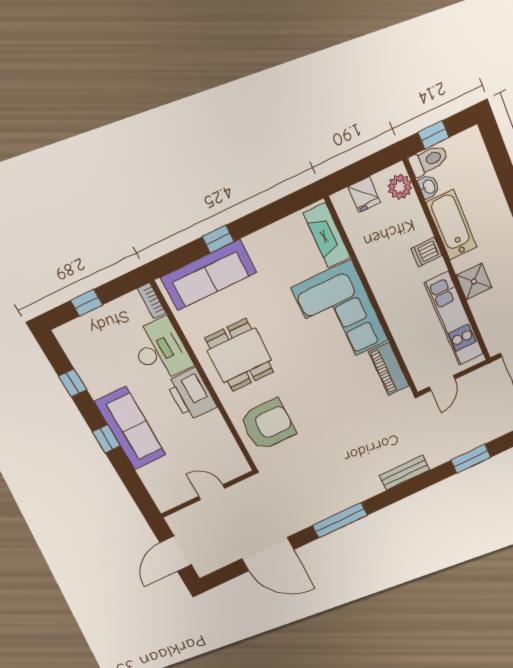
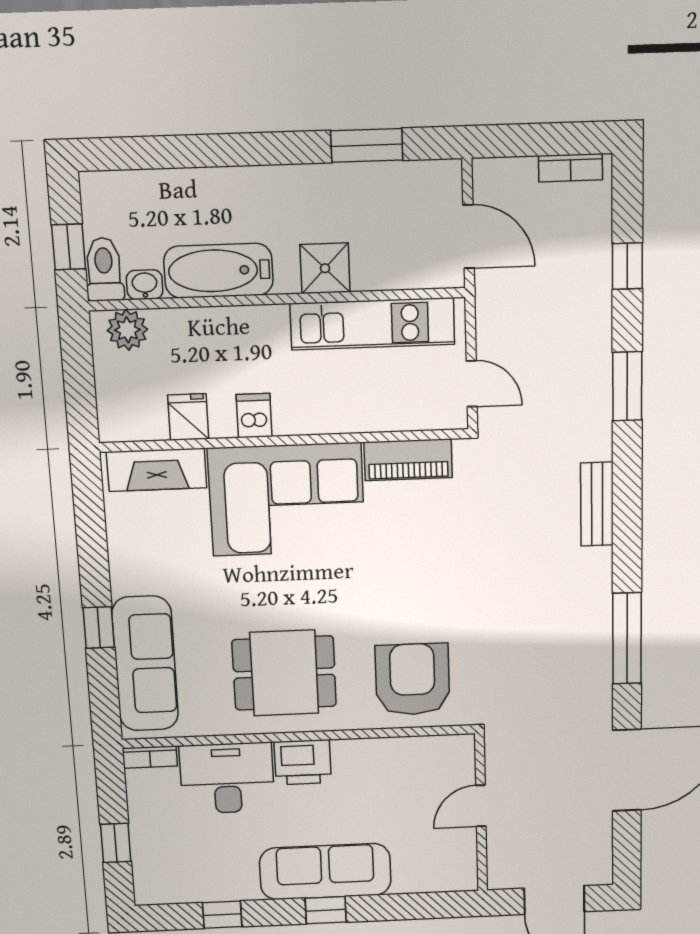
fridge: (364, 195) -> (188, 417), moved, turned -90
dishwasher: (426, 252) -> (254, 416), moved, turned 180
printer: (191, 394) -> (303, 762), width x0.73, depth x0.84

